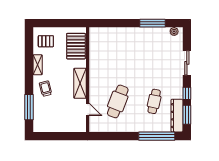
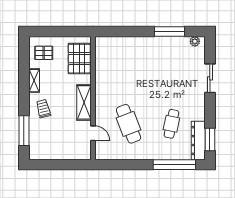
window: (187, 93) -> (210, 114), removed
cafe table: (118, 101) -> (129, 124), turned -42

